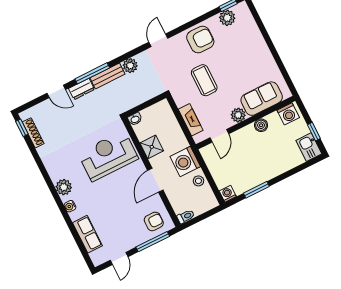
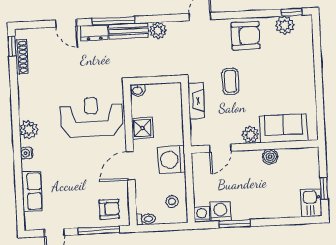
coffee table: (204, 80) -> (230, 81), width x0.73, depth x0.77
washing machine: (288, 114) -> (220, 211), moved, turned 180
fireplace: (191, 120) -> (196, 101), moved
stool: (198, 181) -> (172, 201), moved

